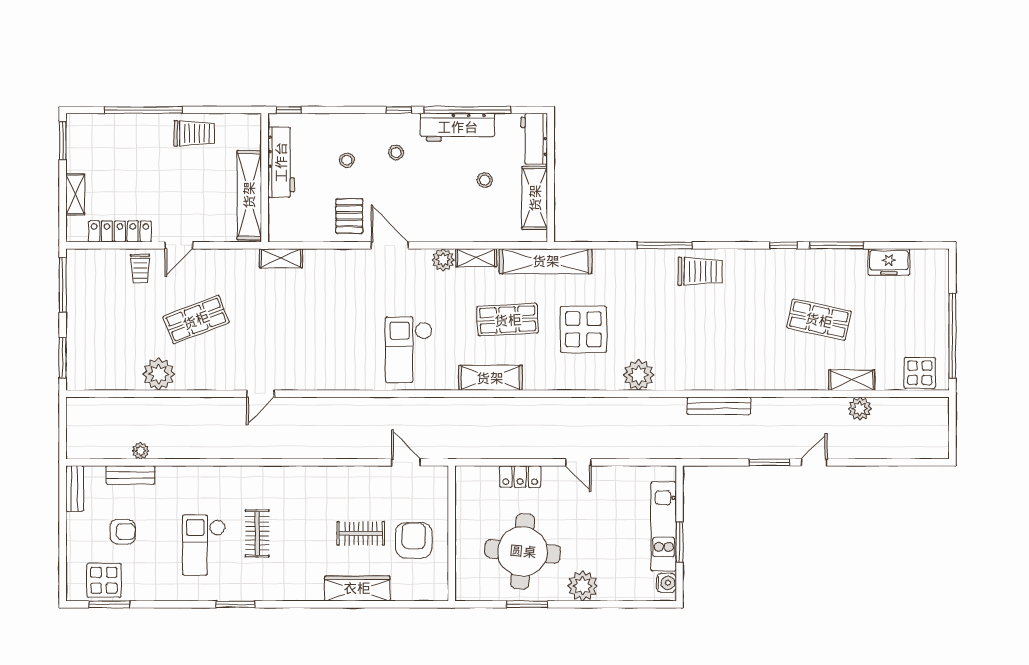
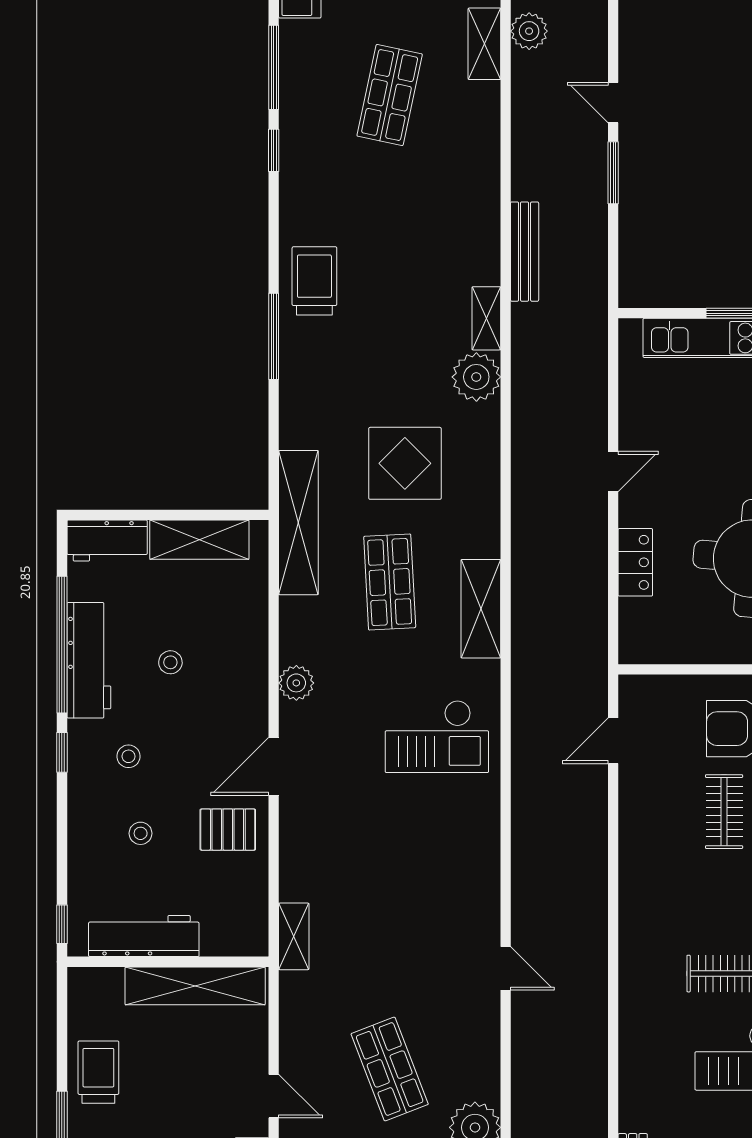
stool: (485, 180) -> (170, 662), moved
shelving: (476, 258) -> (486, 318), moved

